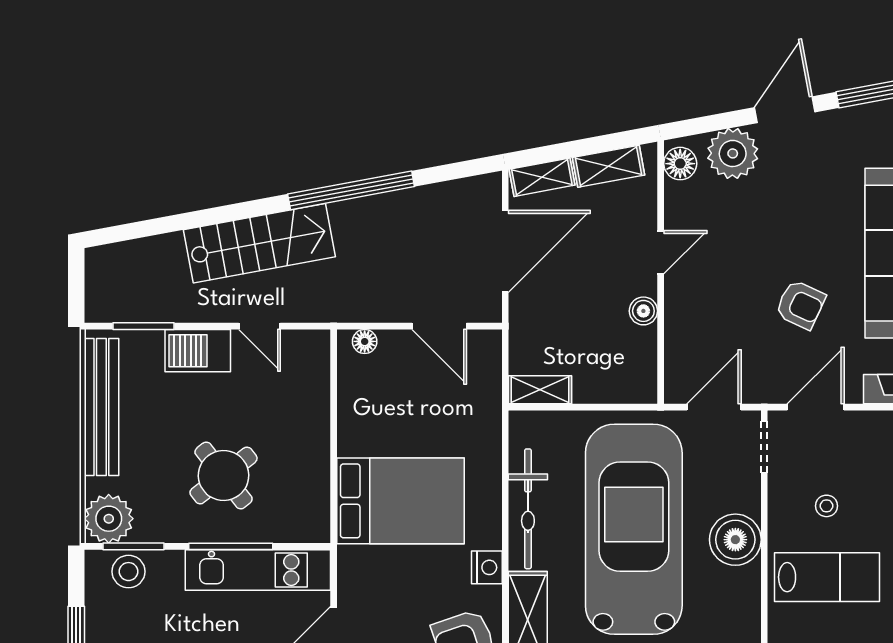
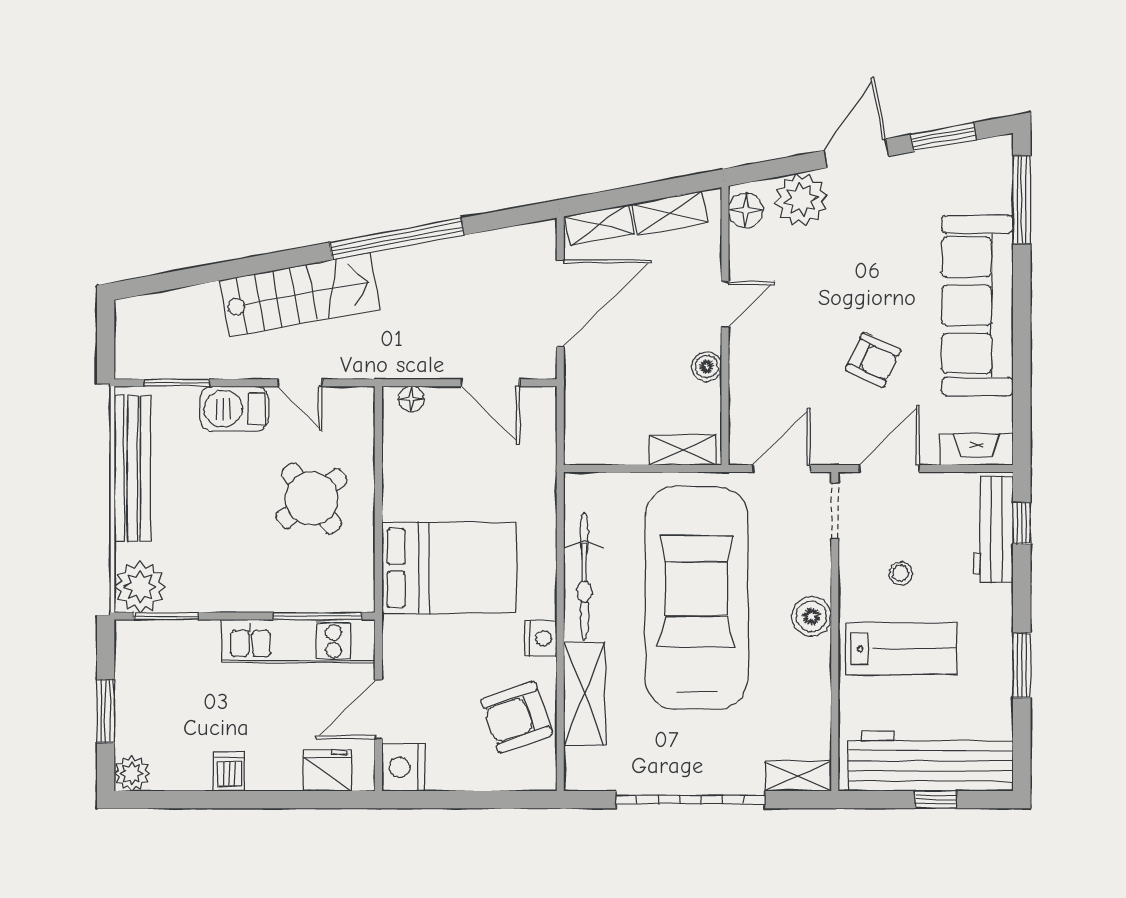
shelving: (540, 390) -> (683, 450), moved
round table: (224, 475) -> (311, 499), moved
boiler: (735, 540) -> (811, 616), width x0.73, depth x0.73
window: (231, 546) -> (318, 616), moved
stool: (128, 572) -> (161, 643), removed

